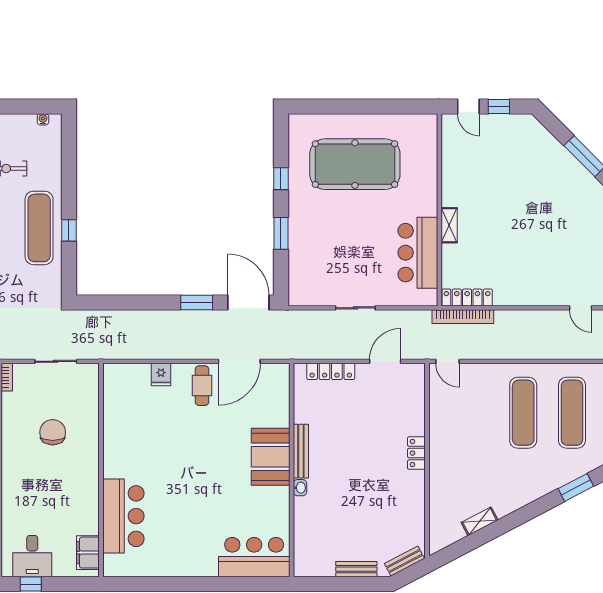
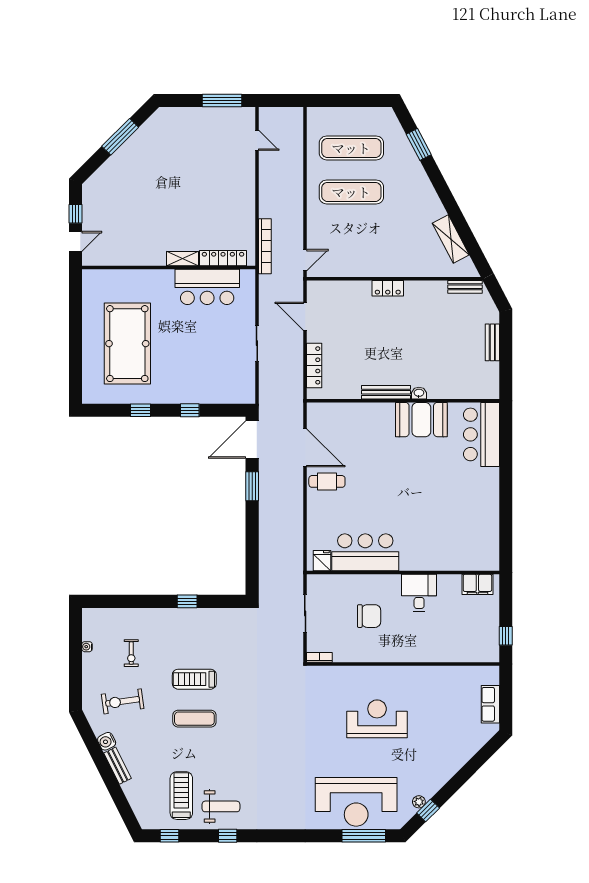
water cooler: (43, 119) -> (87, 647), moved
exercise mat: (39, 228) -> (185, 628), removed
window: (281, 233) -> (190, 410), width x0.67
locker: (467, 298) -> (223, 258), moved, turned 90
door: (581, 308) -> (257, 140), hinge flipped
fridge: (161, 375) -> (322, 561), moved, turned -90
chair: (53, 432) -> (369, 616), turned 180
booth: (271, 457) -> (421, 420), moved
bar counter: (123, 516) -> (365, 552), moved
shelving: (480, 521) -> (451, 239), width x1.50, depth x1.33
desk: (32, 556) -> (419, 593), moved, turned -90
bench: (404, 561) -> (465, 287), moved, turned -62

